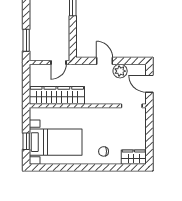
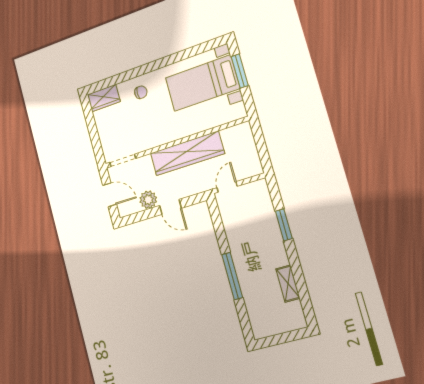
window: (26, 40) -> (284, 225), moved
wardrobe: (57, 95) -> (187, 153), moved
window: (26, 141) -> (240, 71), width x1.50

